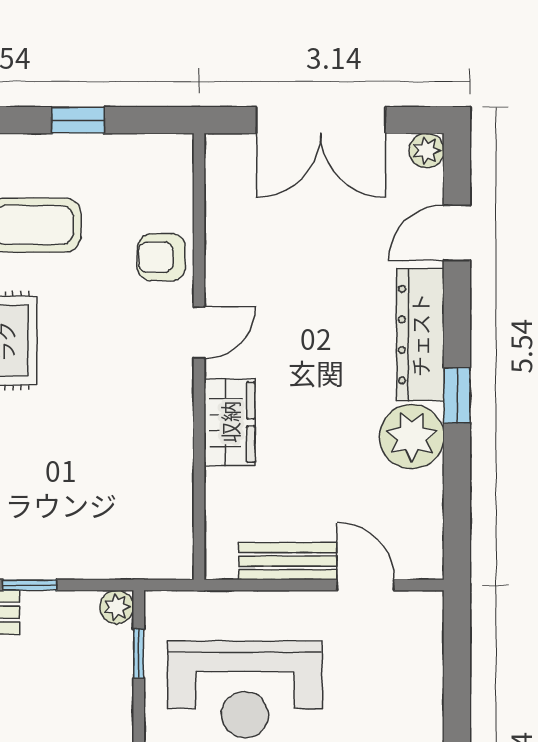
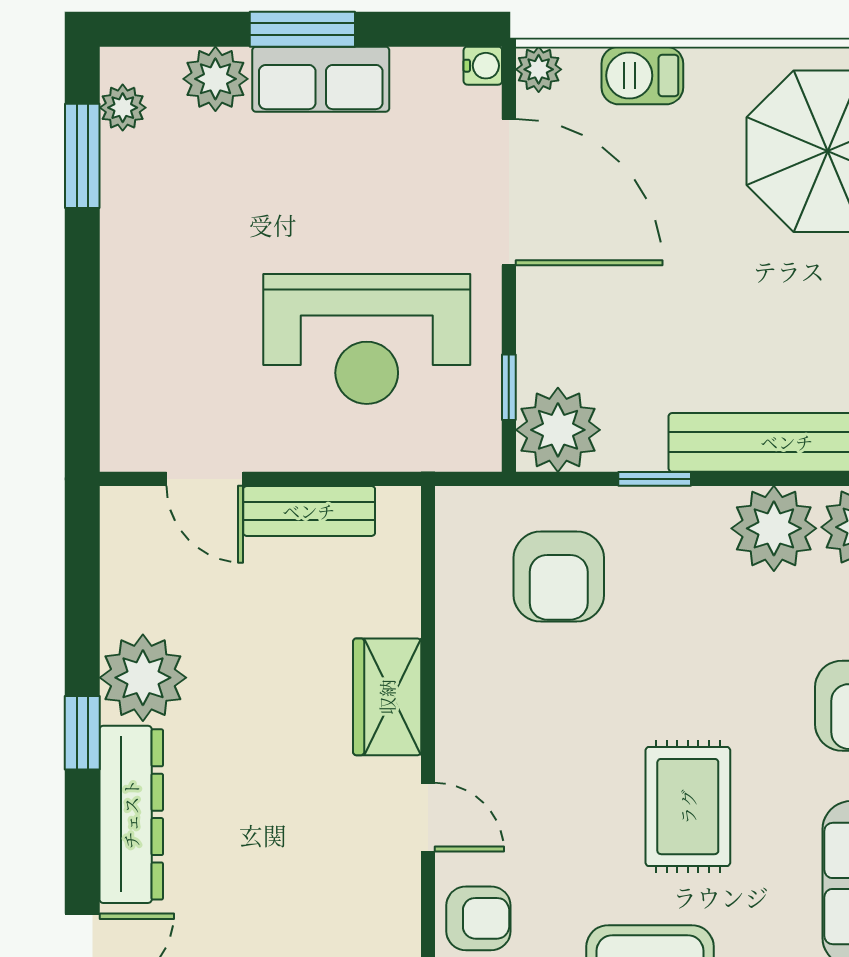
door: (199, 333) -> (428, 817), swing flipped
armchair: (101, 512) -> (559, 577), added
plant: (117, 607) -> (558, 430), width x1.88, depth x1.88
reception desk: (245, 689) -> (367, 339), turned 180

